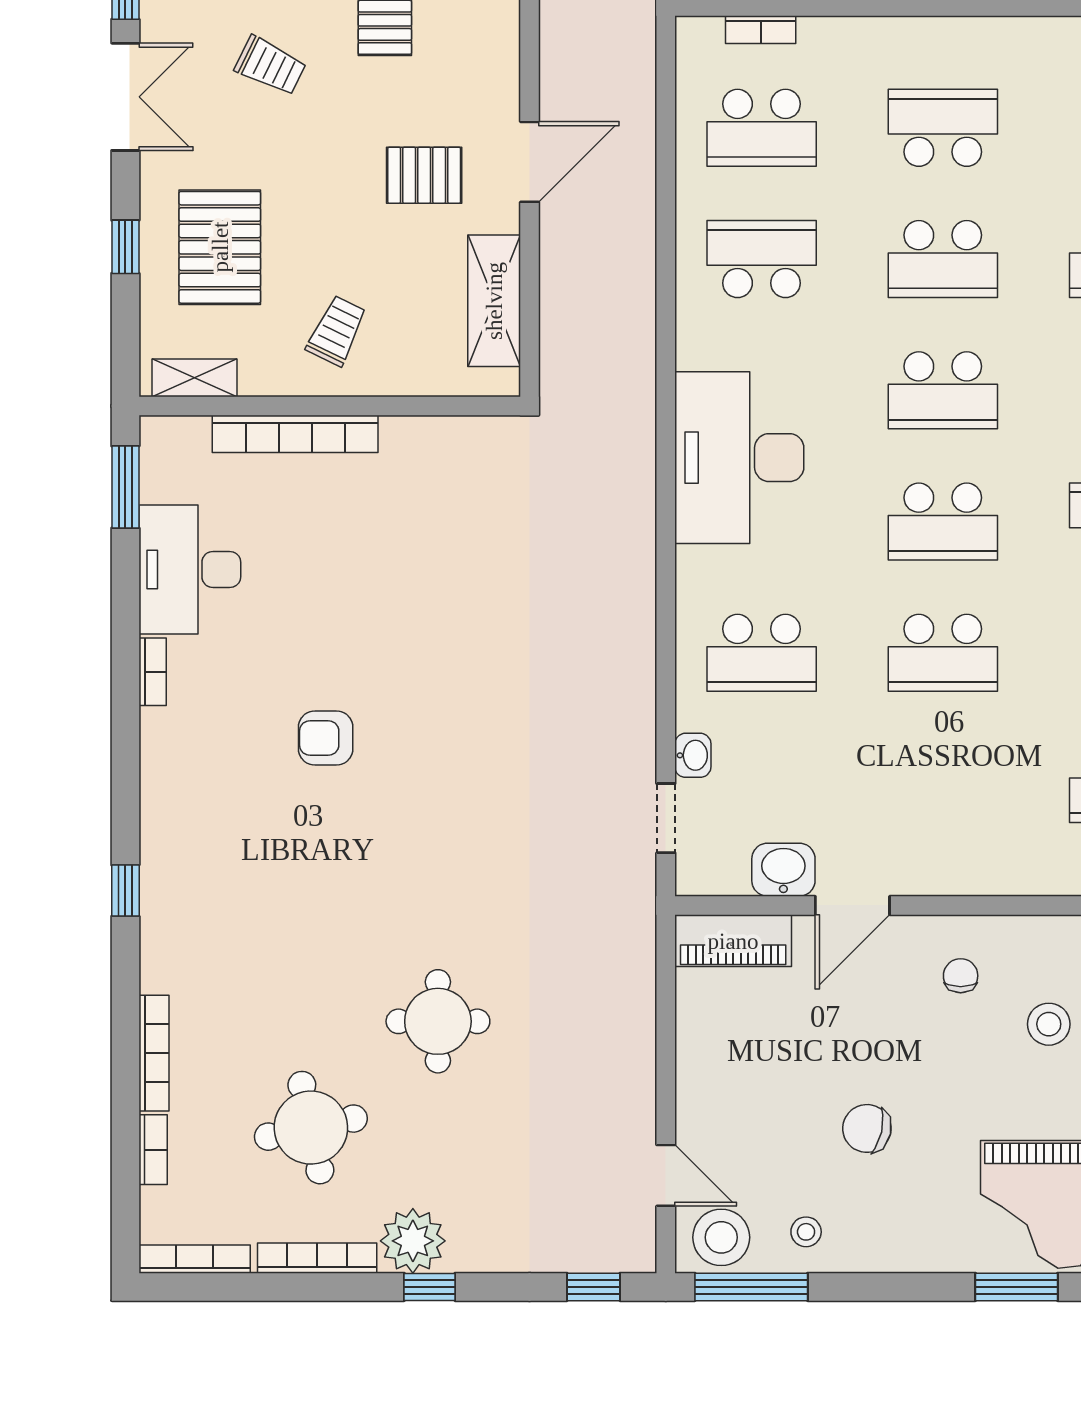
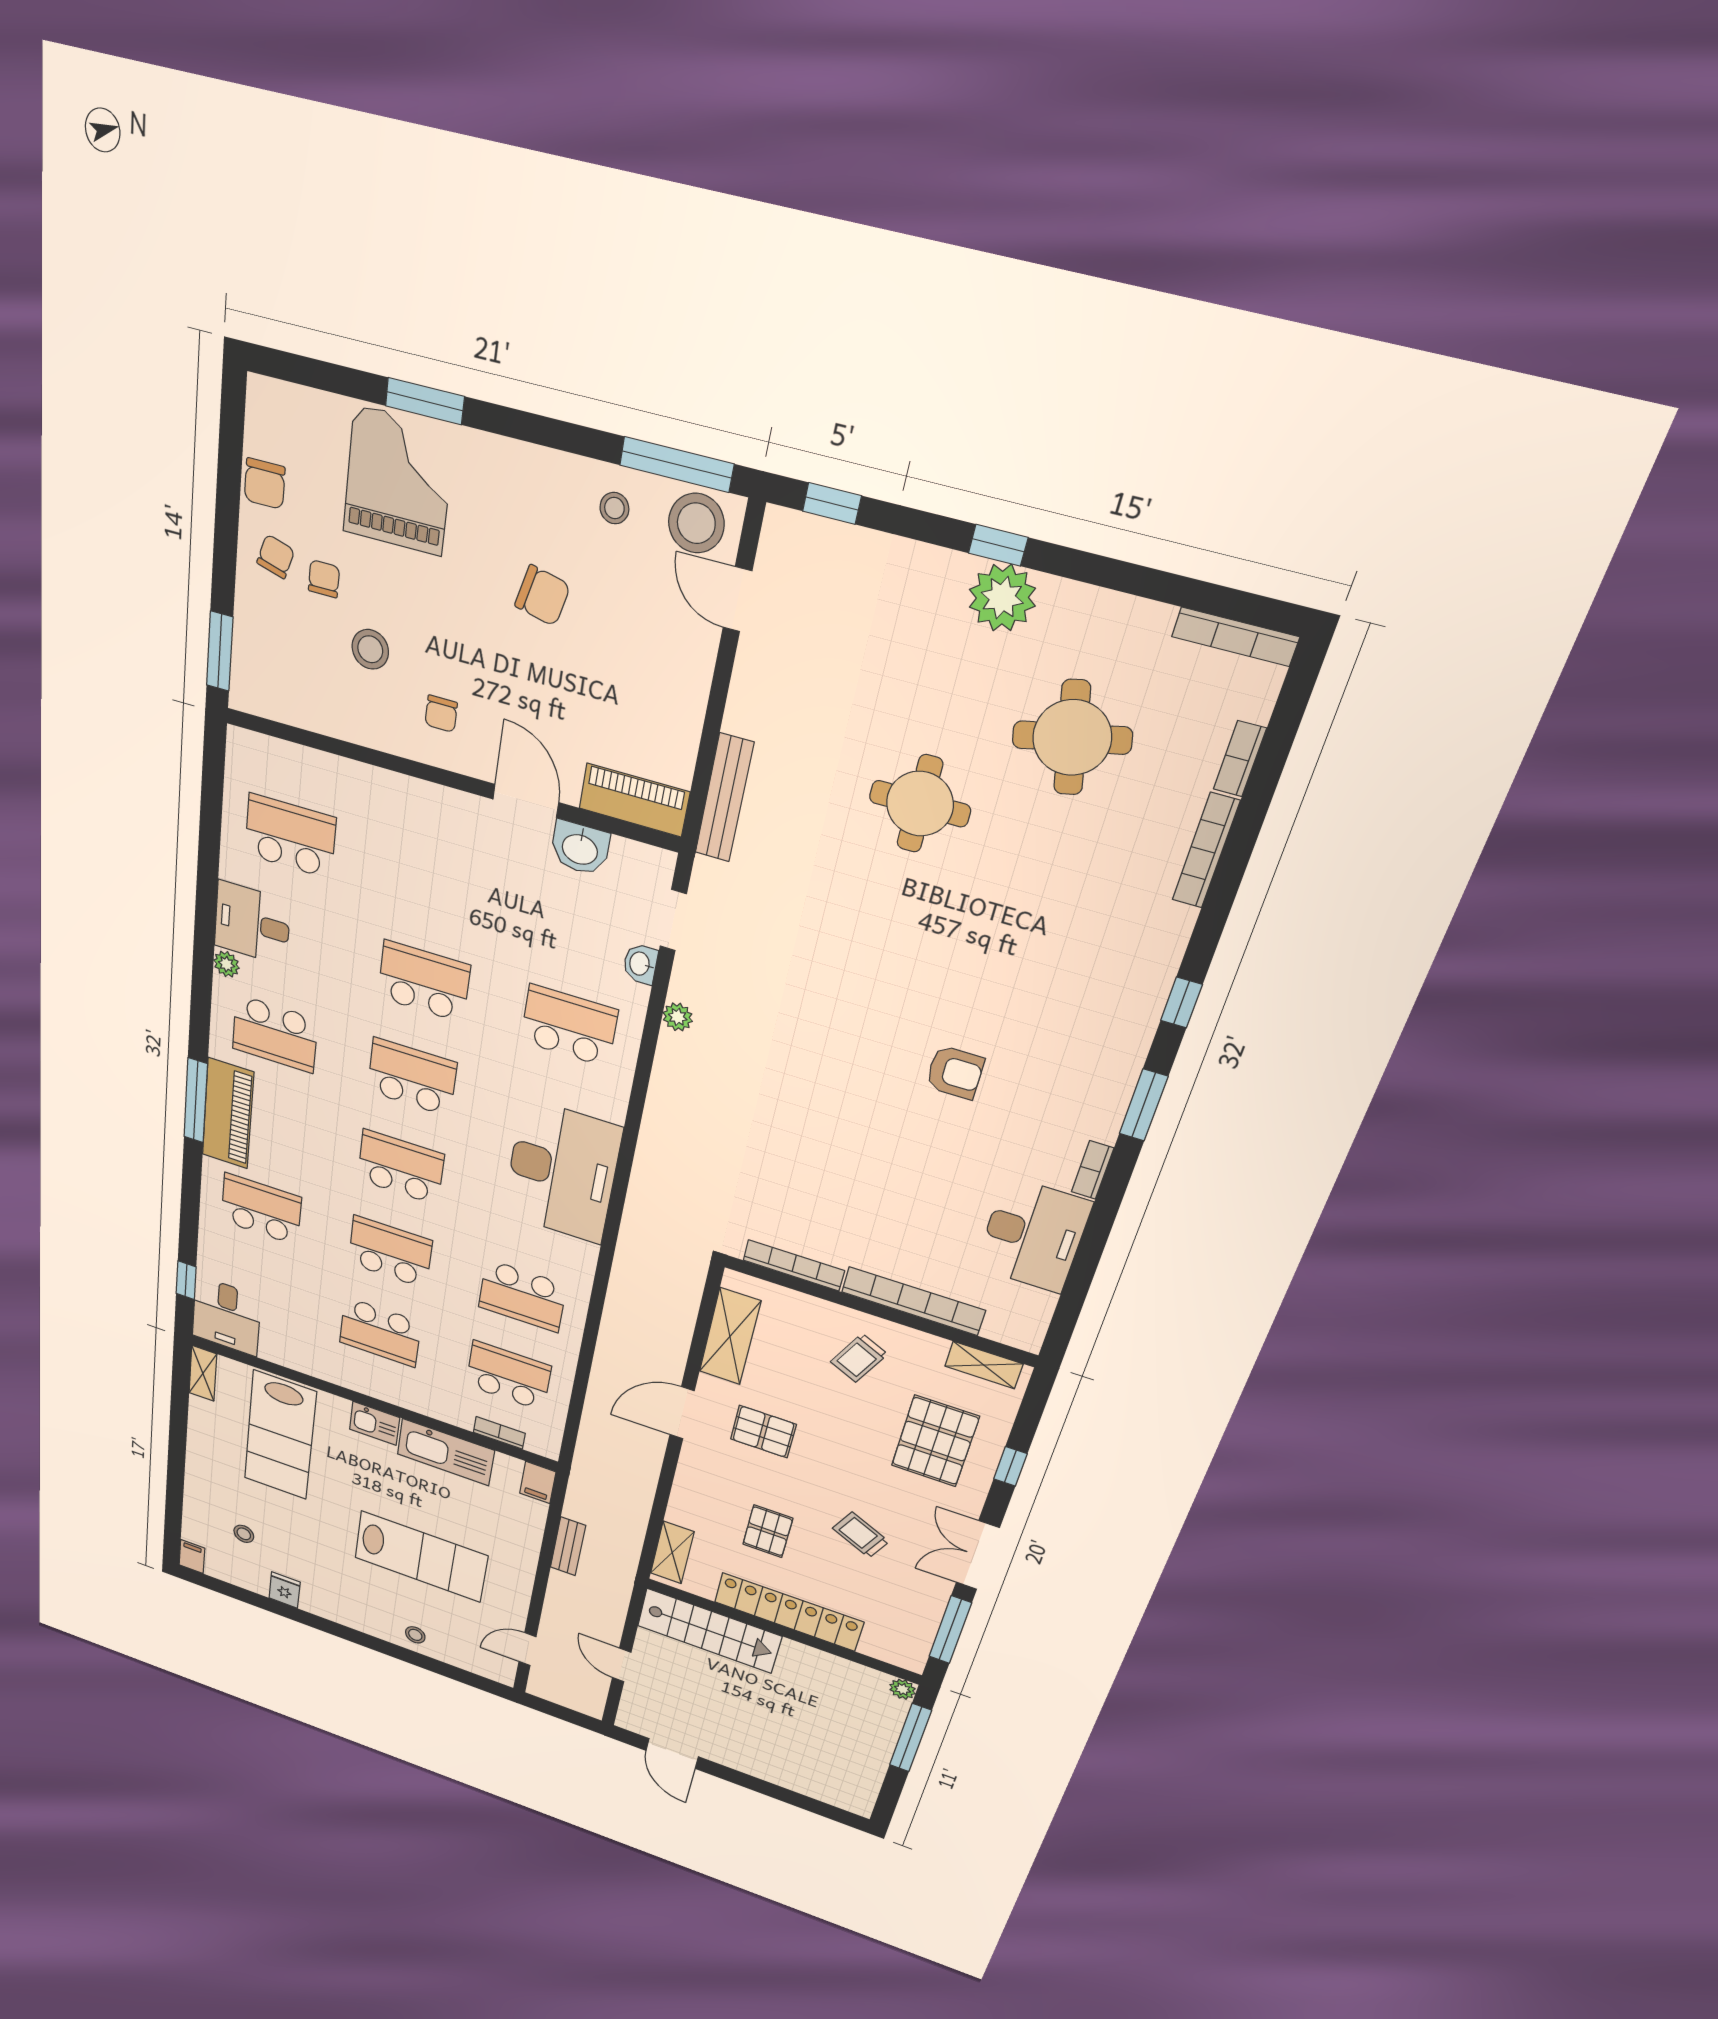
window: (125, 487) -> (1144, 1105), moved
plant: (639, 705) -> (678, 1017), added
door: (852, 905) -> (526, 801), hinge flipped
bench: (638, 970) -> (724, 798), added
bookcase: (317, 1258) -> (794, 1265), moved, turned 180

